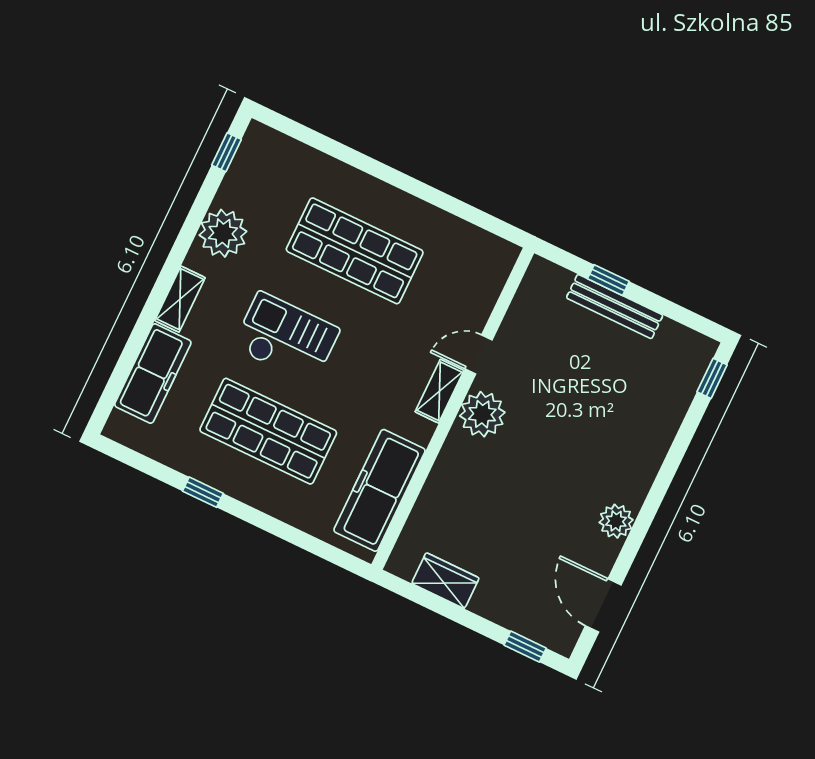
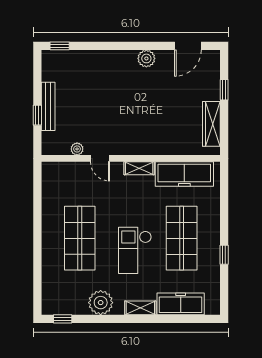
shelving: (439, 391) -> (139, 168), moved
plant: (482, 414) -> (77, 149), moved, width x0.53, depth x0.53
wardrobe: (445, 581) -> (211, 124), width x1.50
window: (525, 647) -> (224, 90), moved

